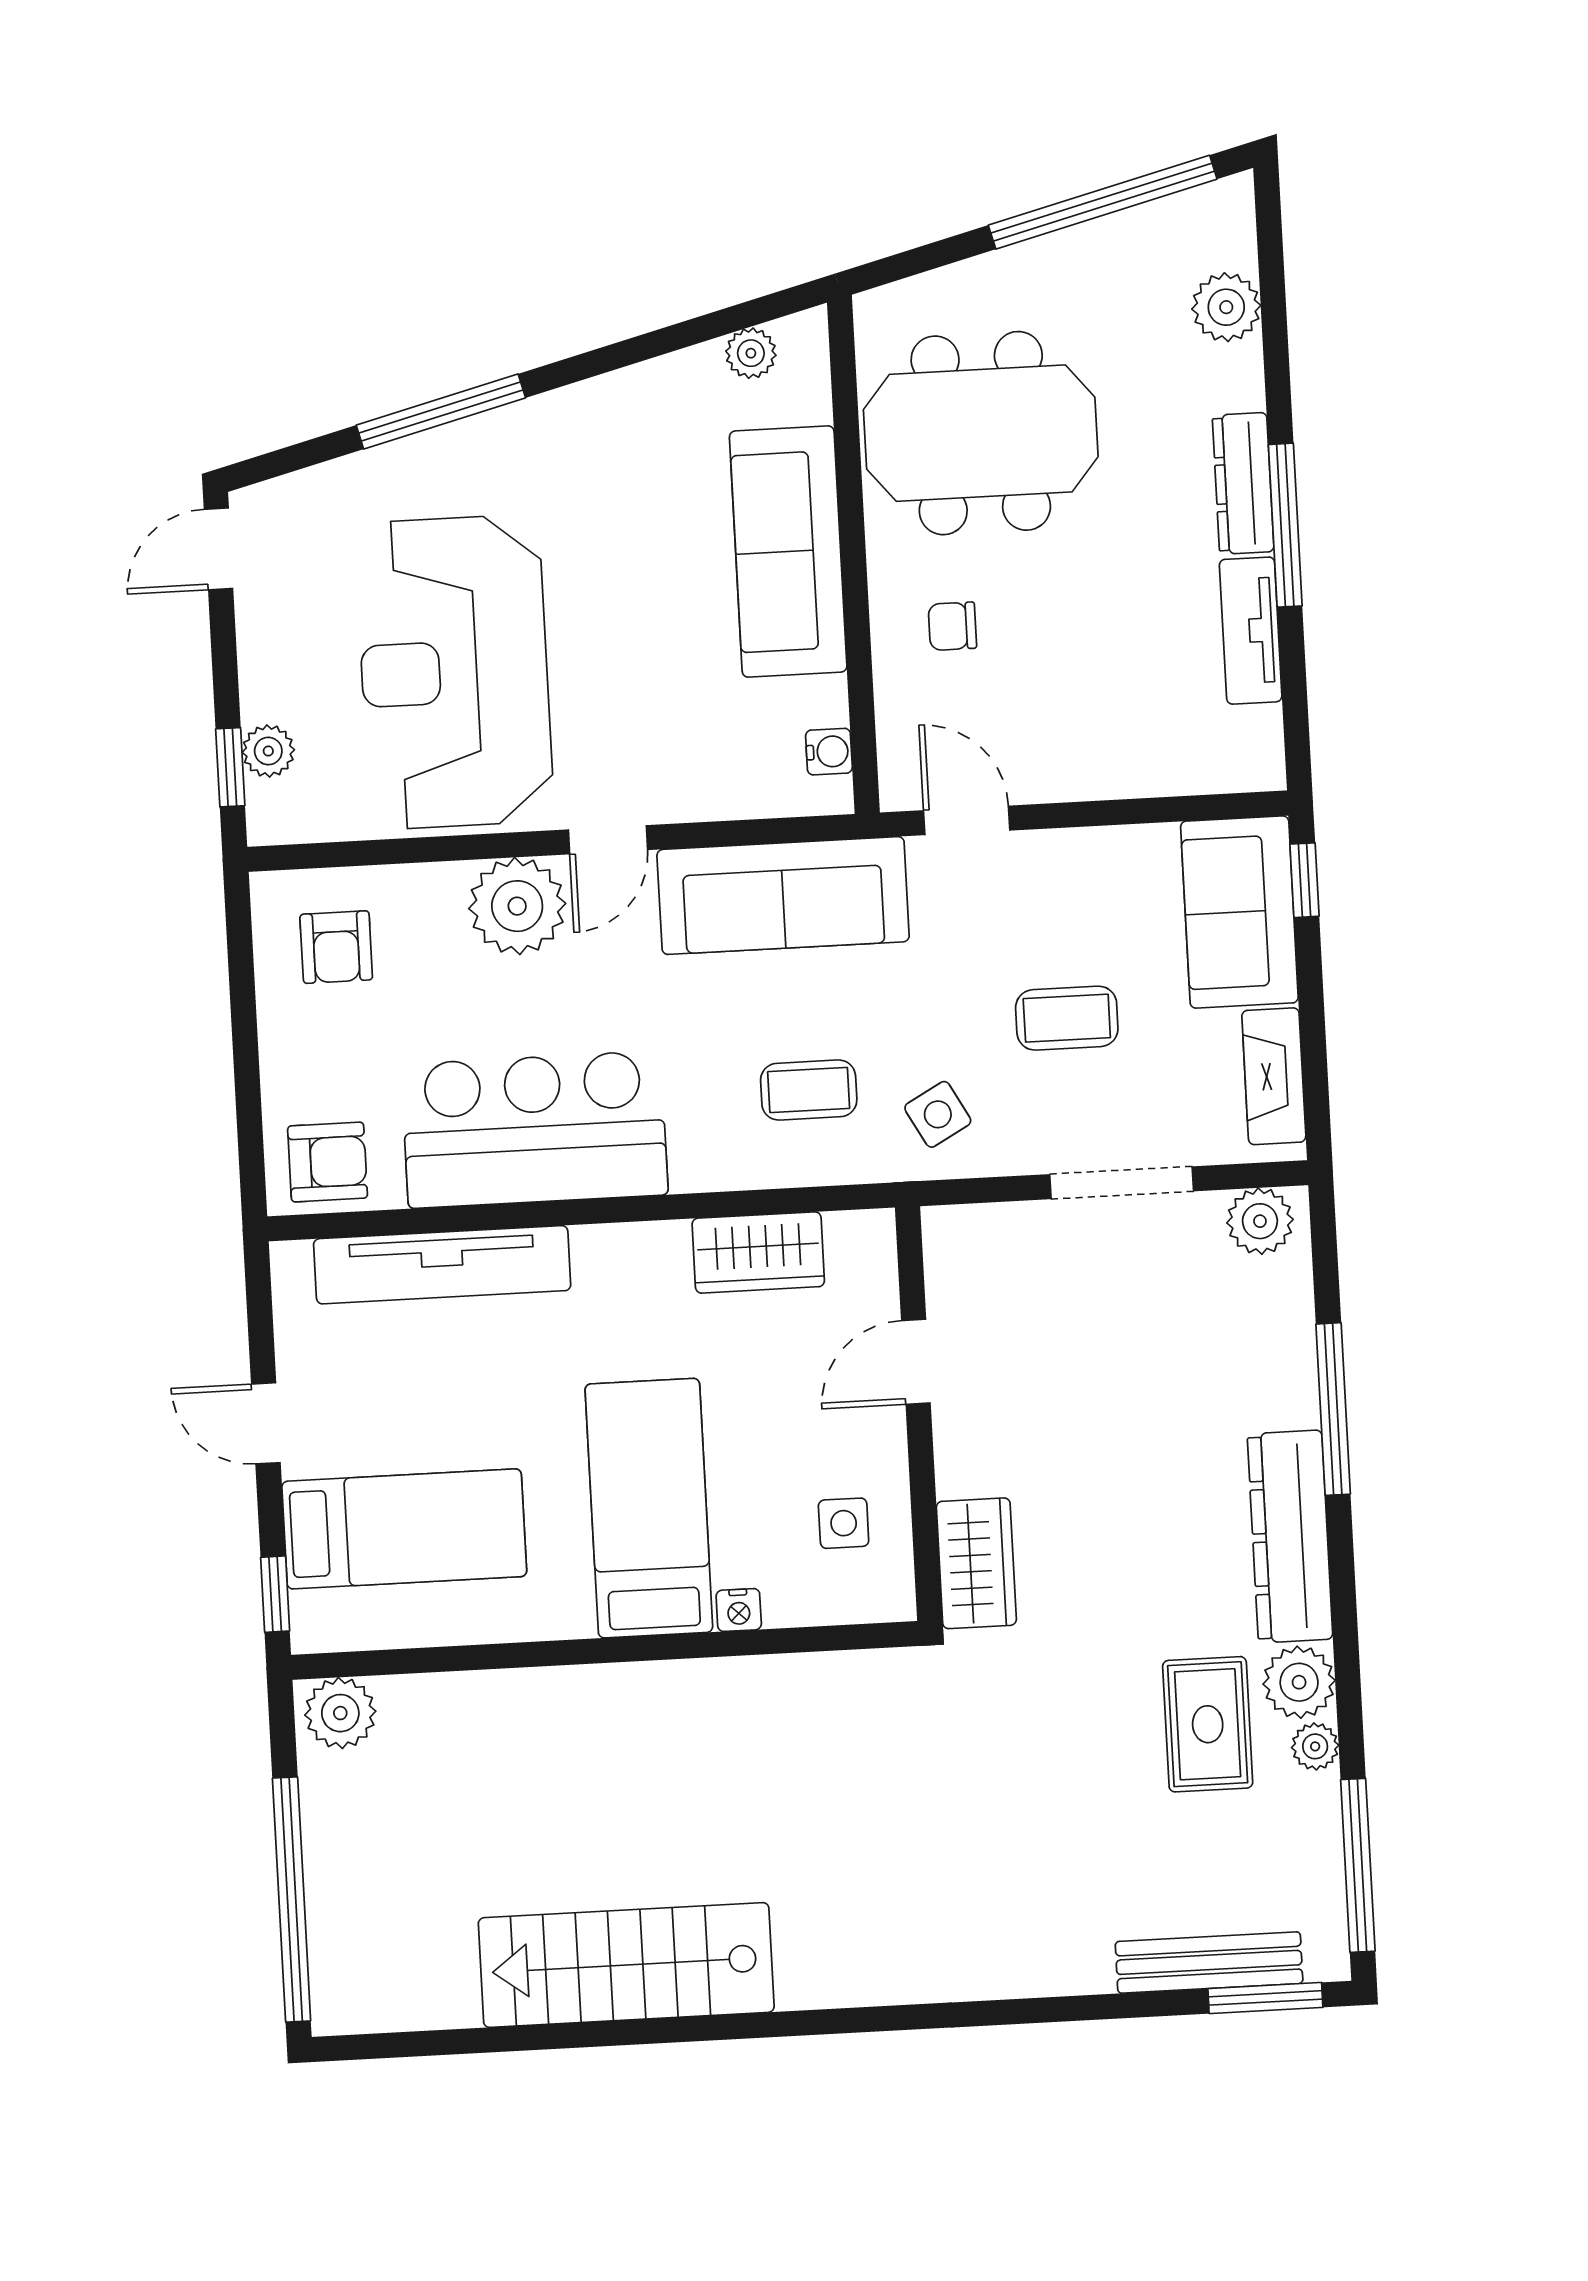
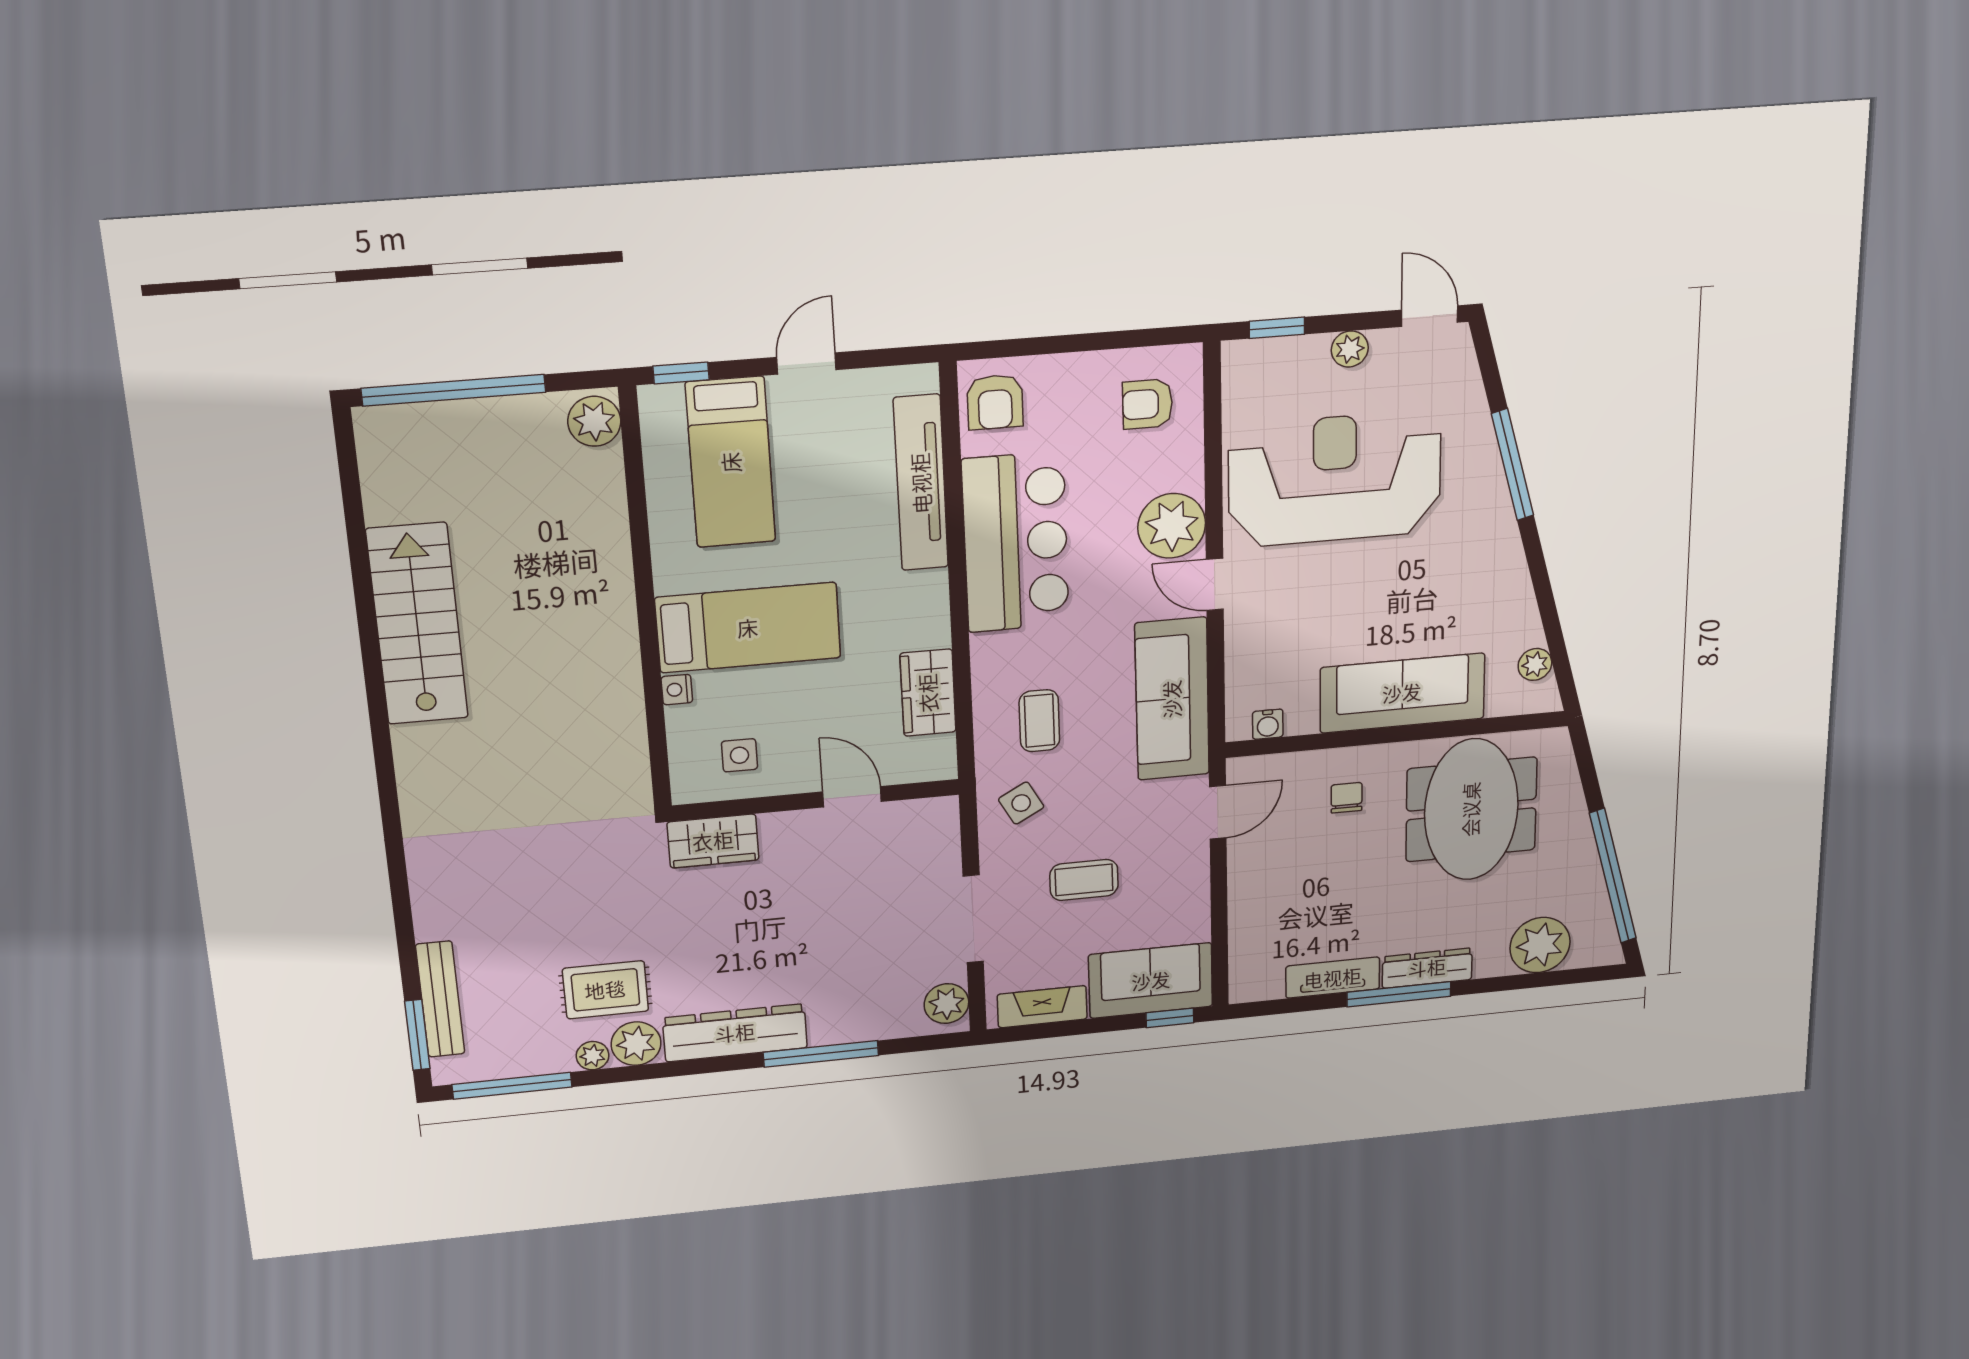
plant: (1226, 307) -> (1540, 945), width x1.36, depth x1.36
plant: (268, 751) -> (1350, 349), moved
coffee table: (1067, 1018) -> (1084, 880), turned 90

